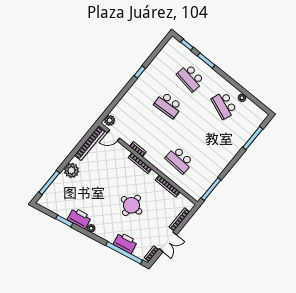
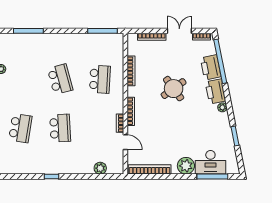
school desk: (224, 105) -> (60, 79), moved, turned -36
plant: (110, 120) -> (100, 168), moved
door: (113, 135) -> (125, 142), moved
desk: (60, 189) -> (210, 162), added
round table: (131, 205) -> (174, 89), turned -36
printer: (79, 218) -> (215, 91), moved

